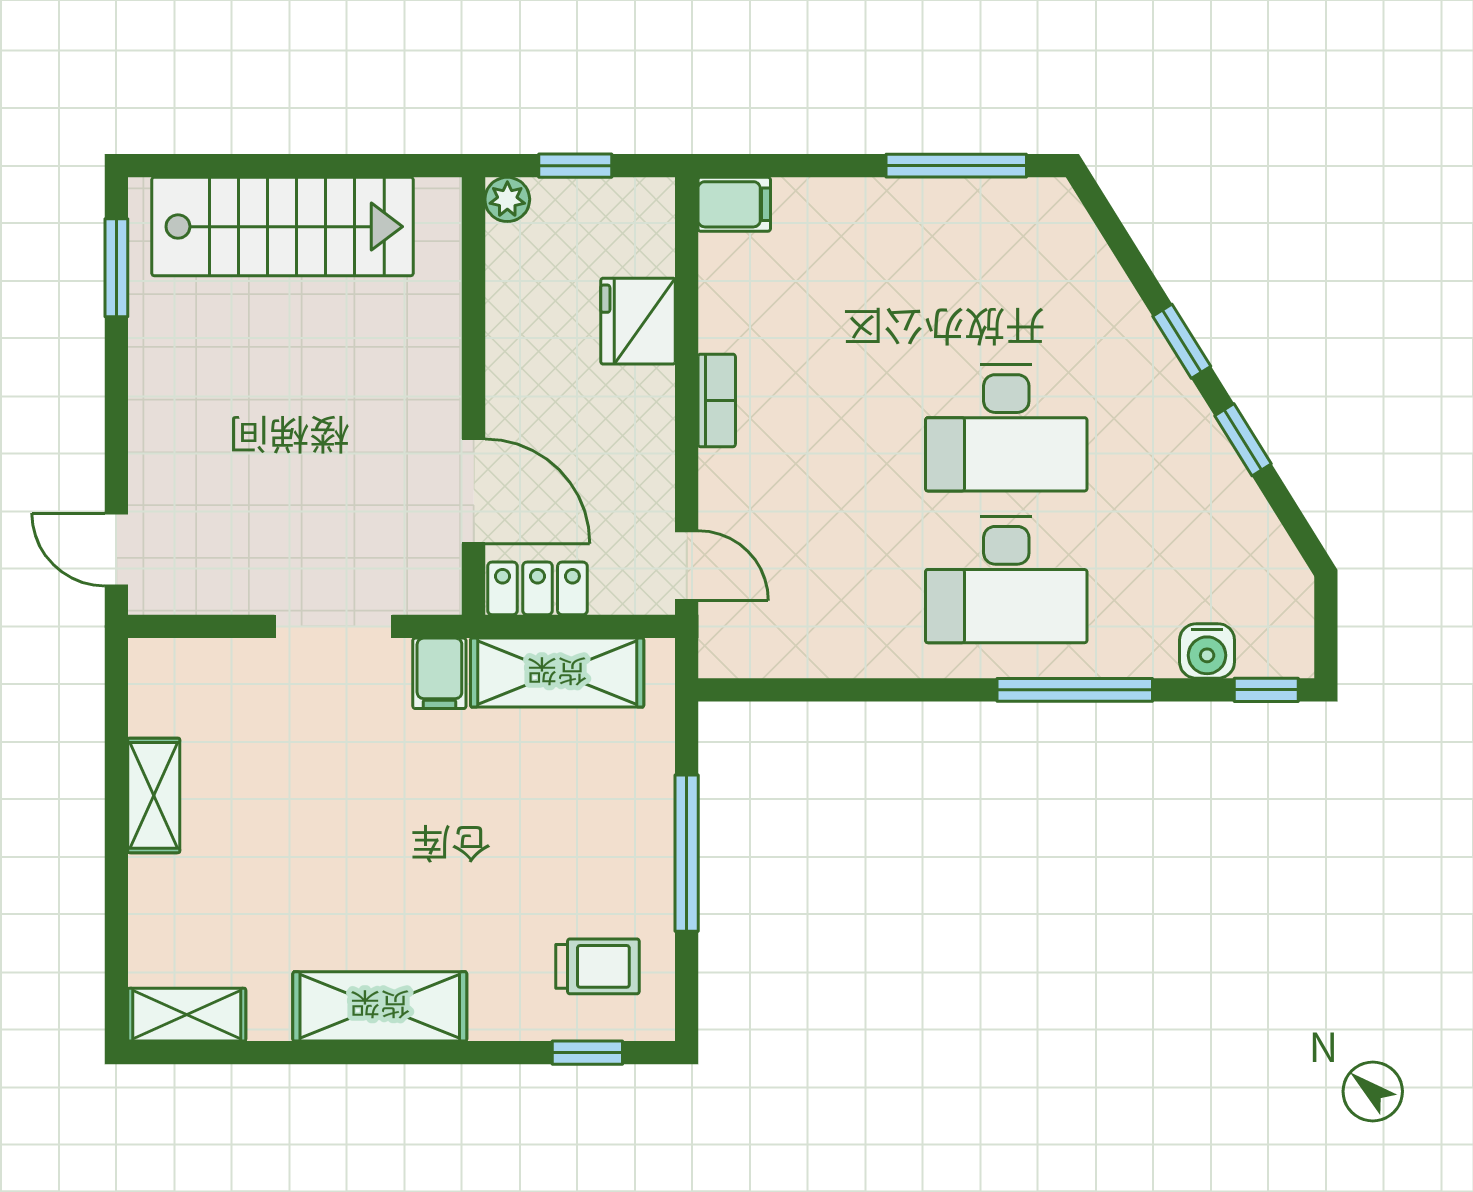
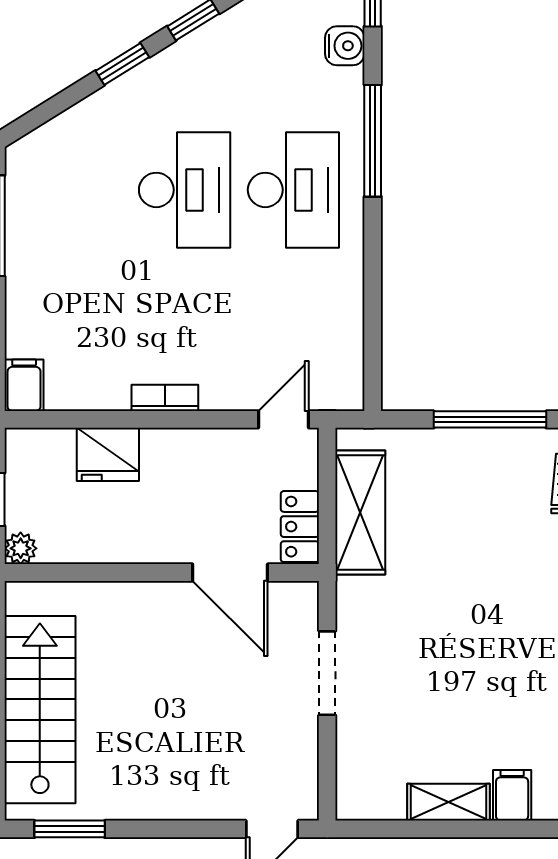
door: (474, 491) -> (230, 573), swing flipped
filing cabinet: (439, 673) -> (512, 795), moved, turned -90

